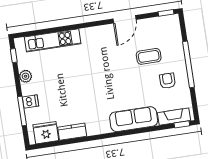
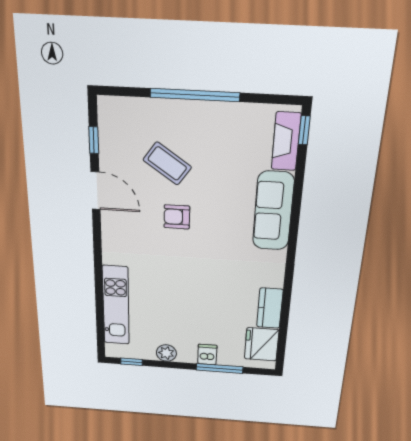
window: (166, 13) -> (94, 140), moved
coffee table: (149, 56) -> (167, 164), turned -55
armchair: (167, 81) -> (177, 217), moved

